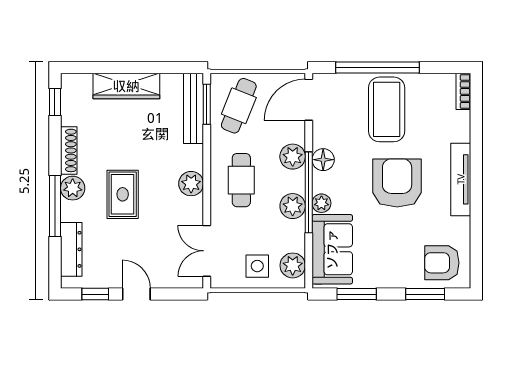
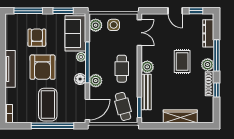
window: (55, 102) -> (217, 90), moved
cafe table: (239, 106) -> (123, 106), turned -37
bench: (193, 108) -> (146, 92), moved
plant: (293, 206) -> (96, 55), removed
armchair: (442, 263) -> (37, 38), moved, turned -90
window: (425, 294) -> (28, 11), width x1.44

